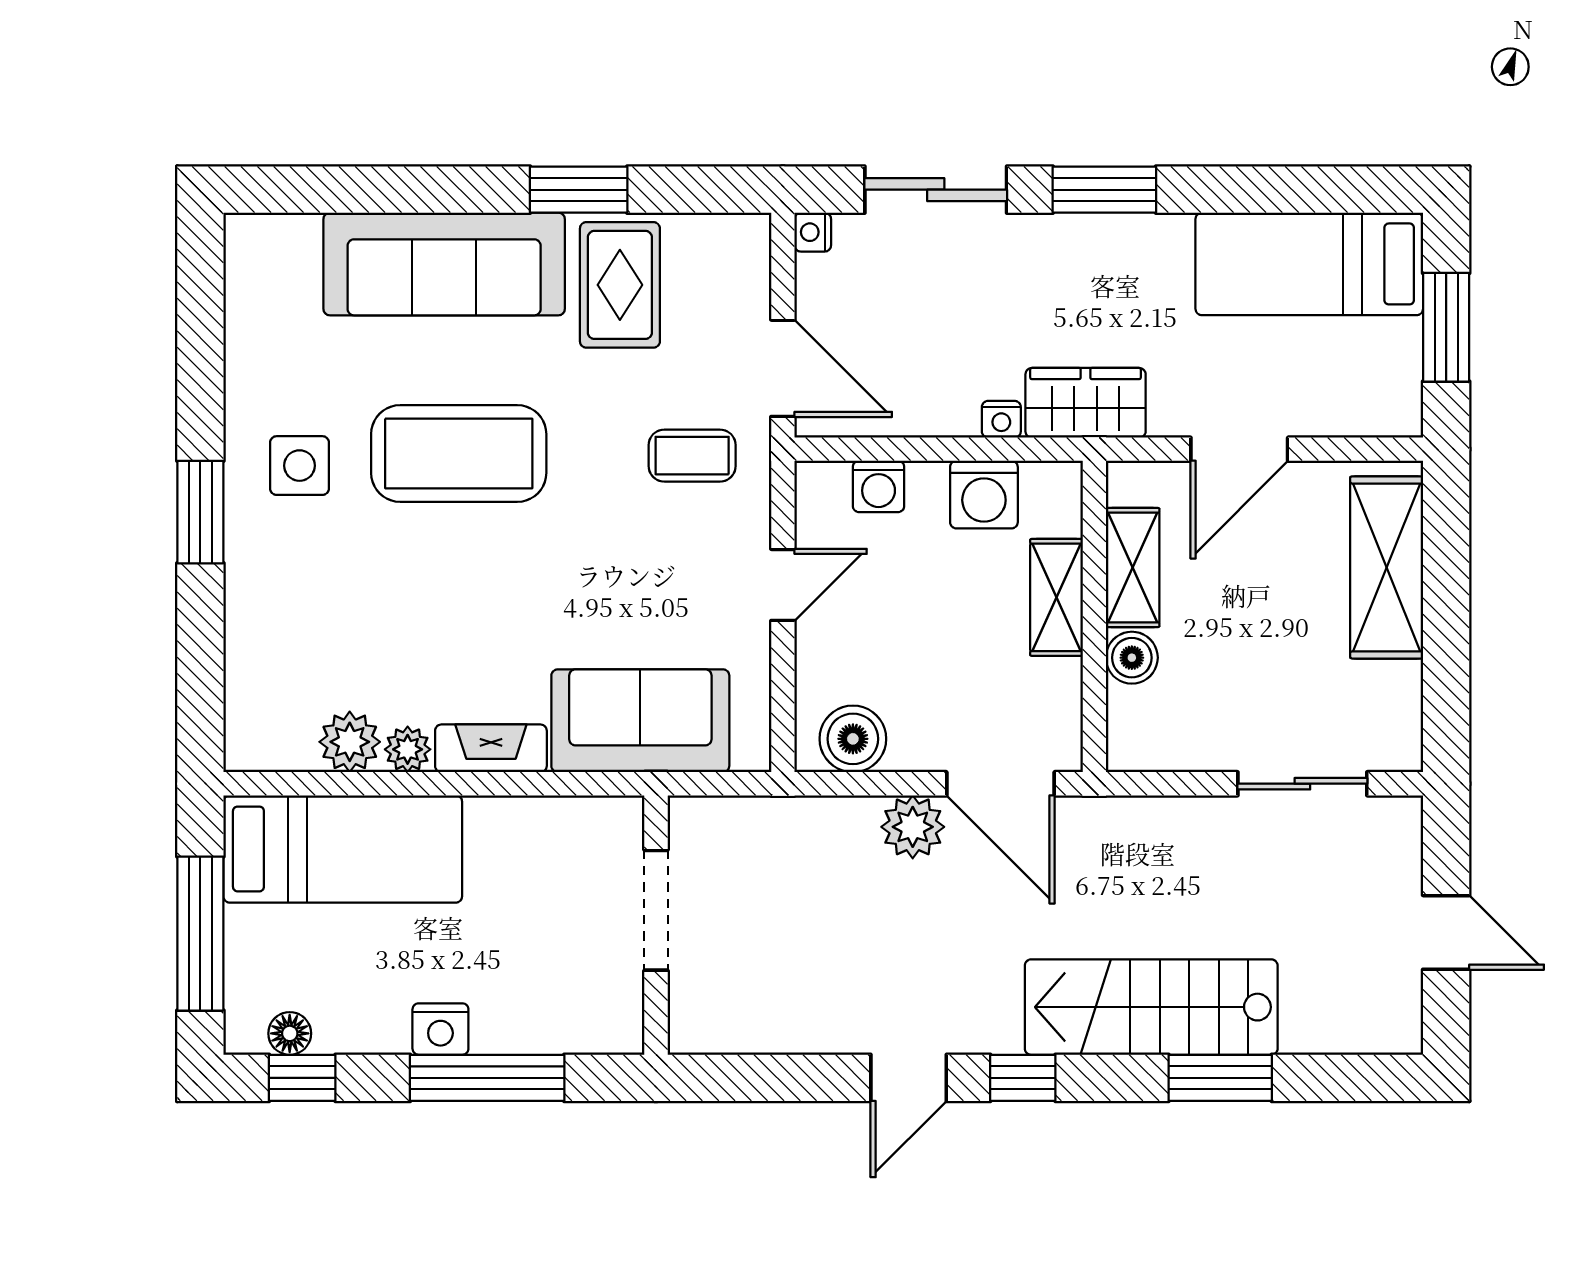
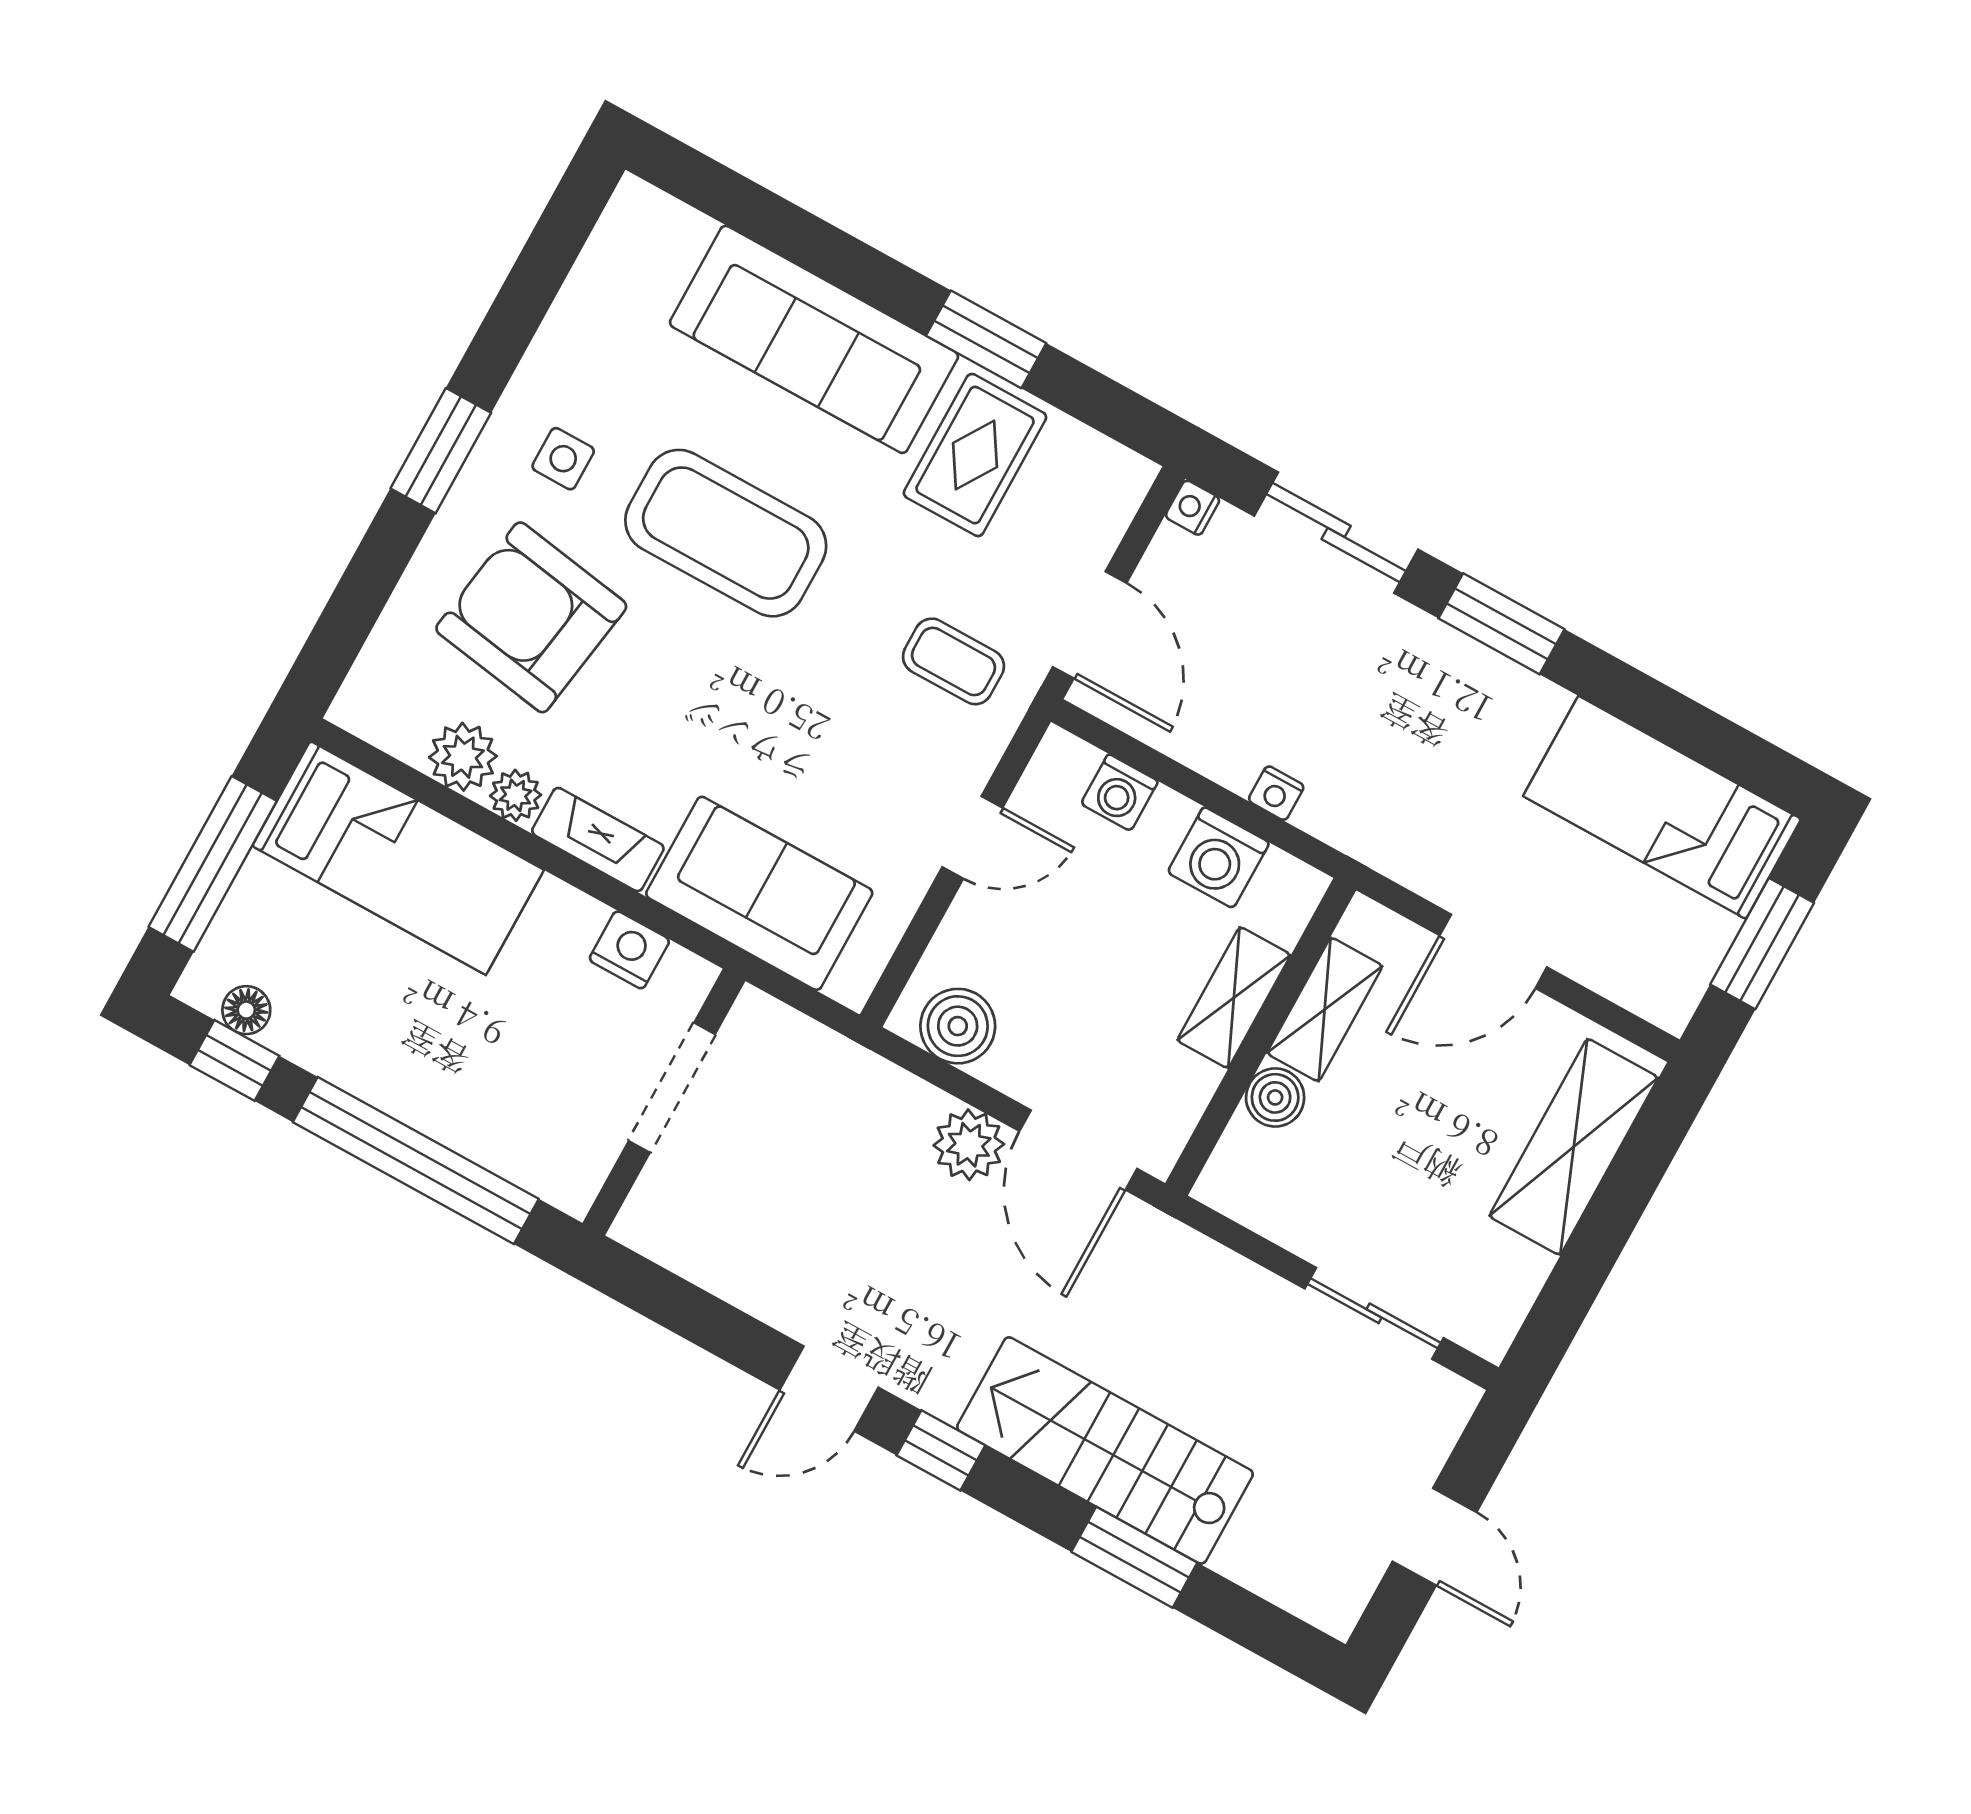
wardrobe: (1086, 403) -> (1368, 823), removed
side table: (300, 466) -> (563, 459), width x0.73, depth x0.73
armchair: (343, 603) -> (531, 617), added
nightstand: (440, 1029) -> (629, 950), moved, turned 180
window: (487, 1078) -> (416, 1160), width x1.46

